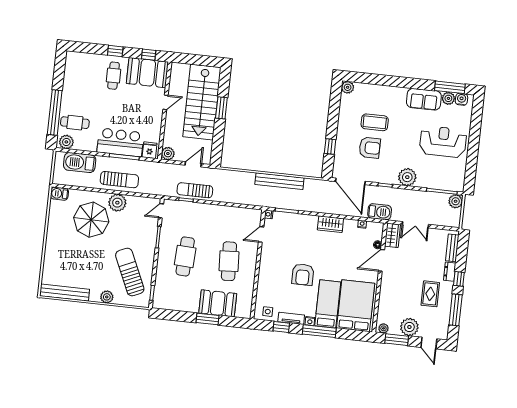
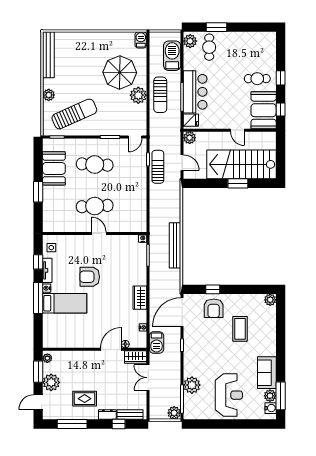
window: (55, 113) -> (217, 27), width x0.47
armchair: (370, 148) -> (214, 308), moved
plant: (407, 177) -> (192, 385), moved
door: (161, 211) -> (135, 137), swing flipped
door: (261, 234) -> (99, 234), moved
door: (381, 260) -> (111, 349), hinge flipped
window: (459, 279) -> (119, 424), moved
booth: (218, 303) -> (54, 168), moved
bed: (356, 306) -> (66, 330), removed

